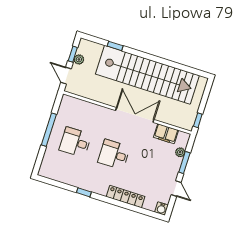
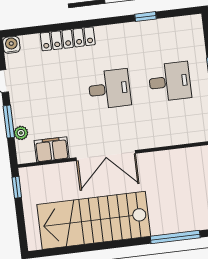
window: (115, 46) -> (175, 237), width x2.17
stairs: (147, 75) -> (94, 220), width x0.73
window: (84, 192) -> (146, 17), moved

